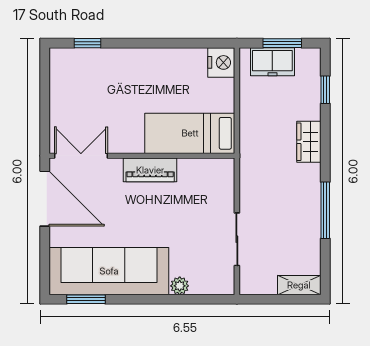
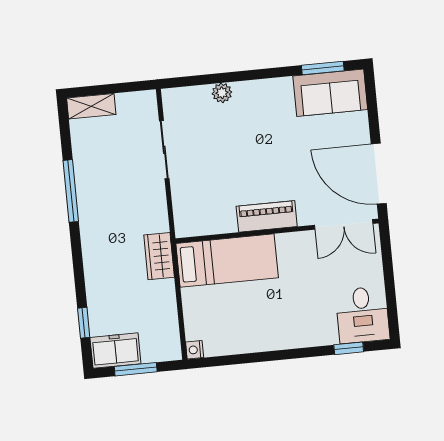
nightstand: (221, 62) -> (195, 350), width x0.53, depth x0.56
freezer: (272, 62) -> (115, 351), moved
desk: (72, 72) -> (362, 315), added
wardrobe: (309, 142) -> (159, 256), moved, turned 180
sofa: (109, 271) -> (330, 93), width x0.54, depth x0.79

